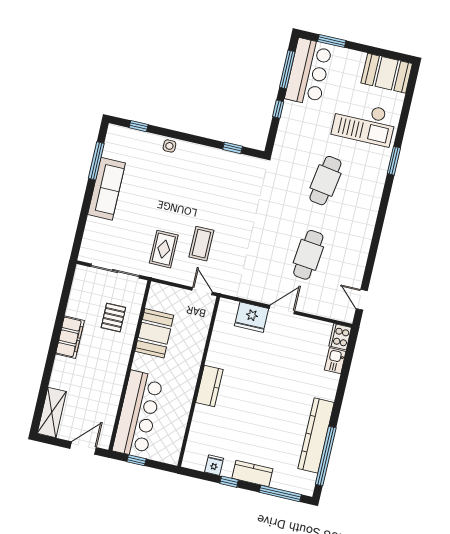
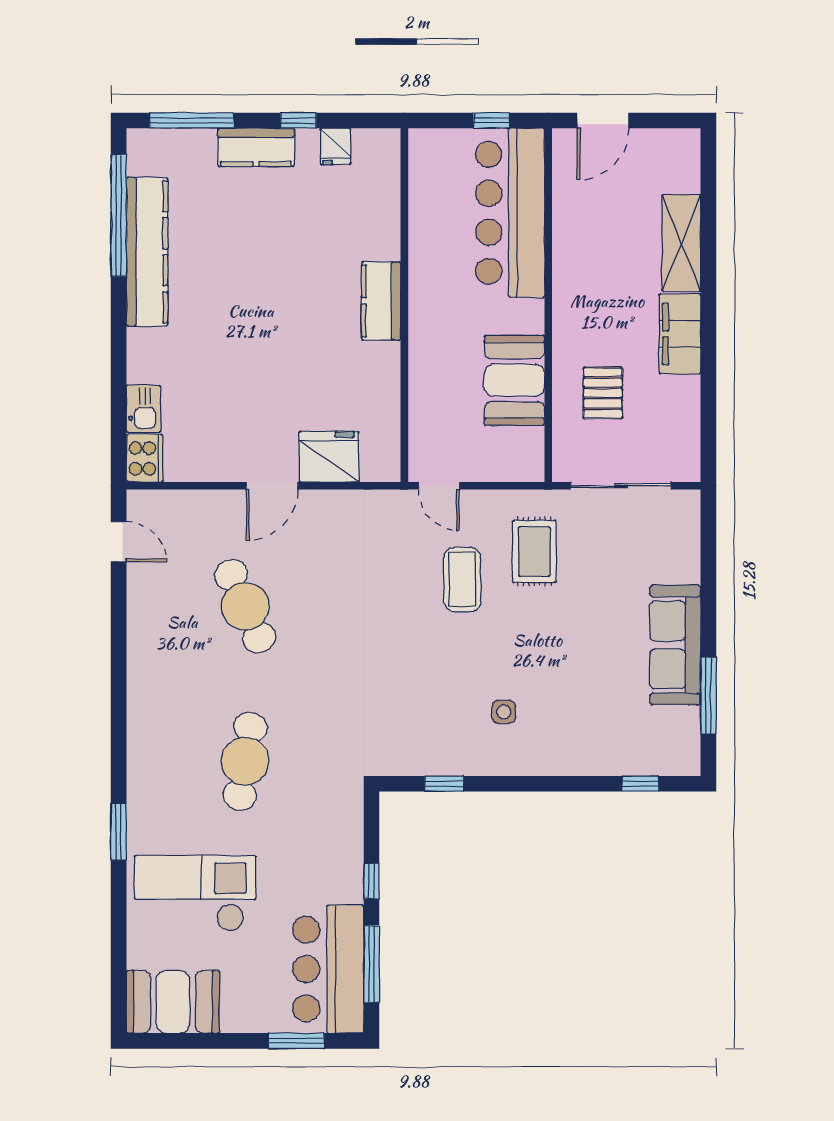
side table: (169, 146) -> (504, 712), moved
cafe table: (308, 255) -> (245, 606), turned -30
shelving: (52, 412) -> (681, 243), moved

